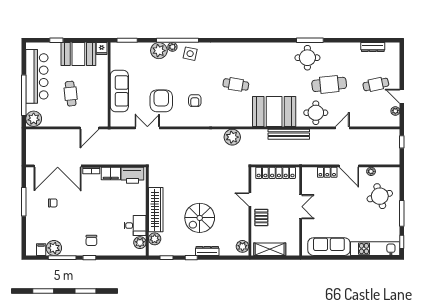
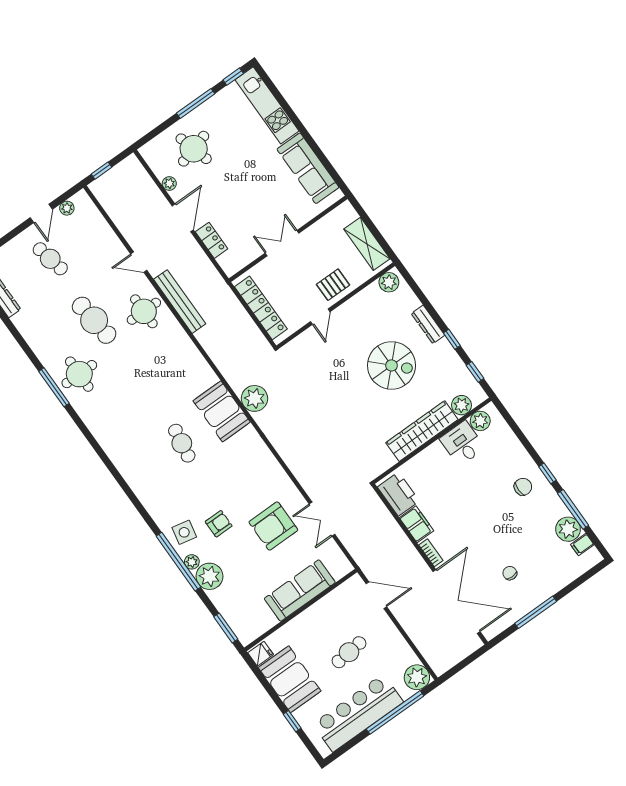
armchair: (195, 101) -> (219, 524), moved
booth: (274, 111) -> (222, 411), moved, width x0.73, depth x0.70
bench: (289, 134) -> (180, 302), moved

